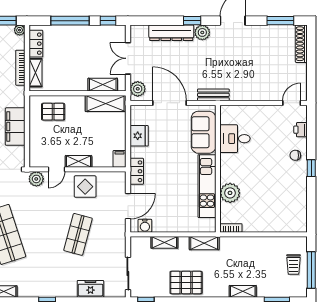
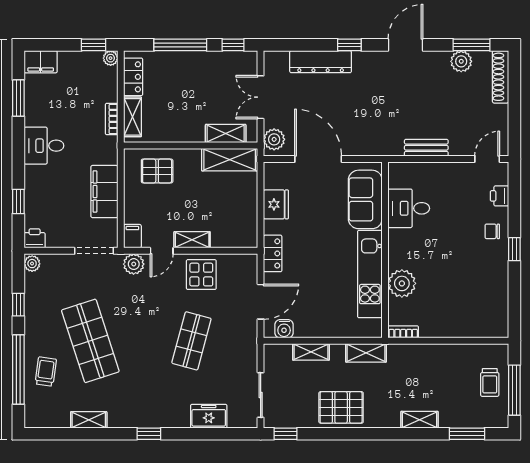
plant: (202, 32) -> (461, 61), moved
bookcase: (20, 68) -> (112, 119), width x0.64
bench: (213, 95) -> (426, 148), moved
filing cabinet: (120, 159) -> (132, 236), moved

